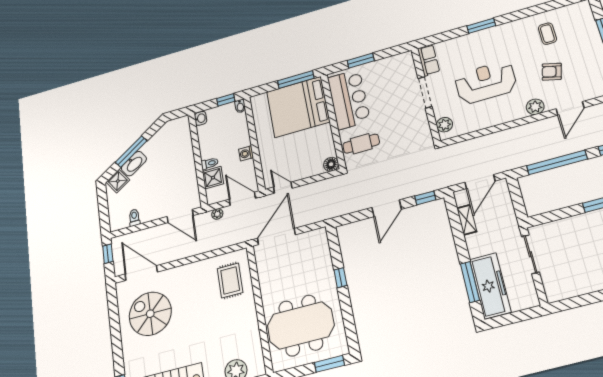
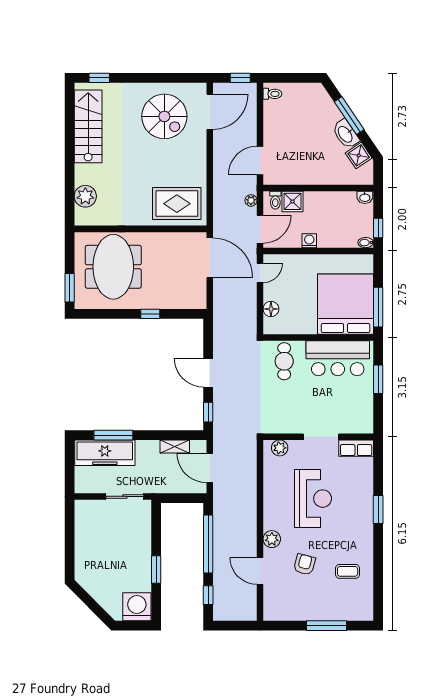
toilet: (210, 163) -> (275, 200), moved
washbasin: (134, 164) -> (346, 134), moved
floor lamp: (331, 164) -> (271, 309), moved
shower: (118, 181) -> (359, 155), moved
toilet: (134, 217) -> (272, 94), moved
rug: (230, 280) -> (177, 204), width x1.36, depth x1.43
spiral stairs: (150, 314) -> (164, 116), turned 90

